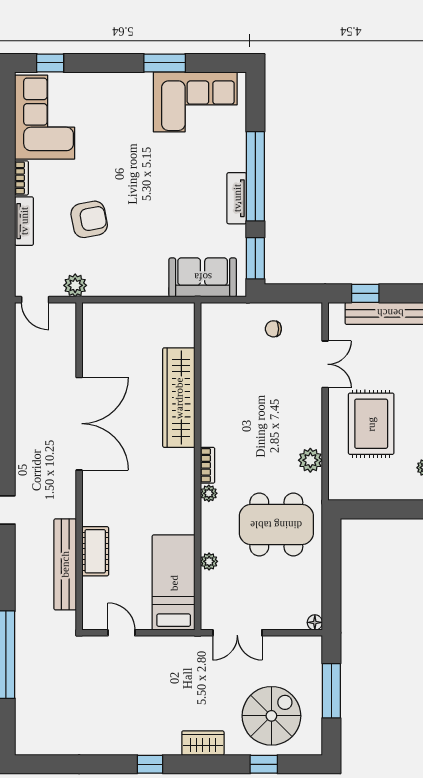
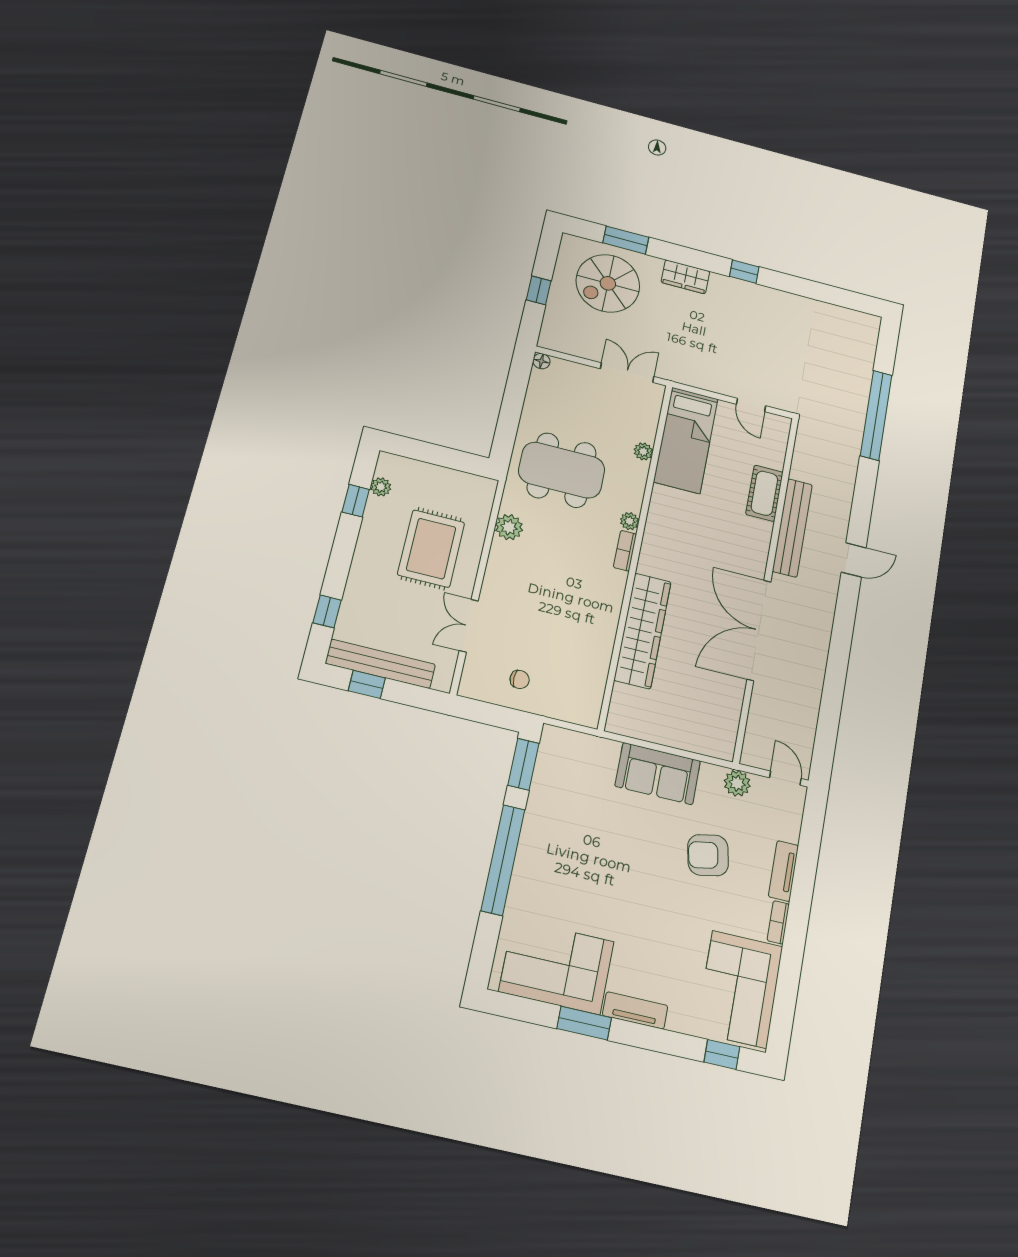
tv unit: (237, 198) -> (635, 1010), moved, turned -90
sofa: (203, 277) -> (658, 774), moved
window: (365, 293) -> (367, 684), moved
bench: (65, 564) -> (792, 528), moved
window: (331, 691) -> (539, 290), width x0.46
window: (264, 764) -> (626, 240), width x1.50

